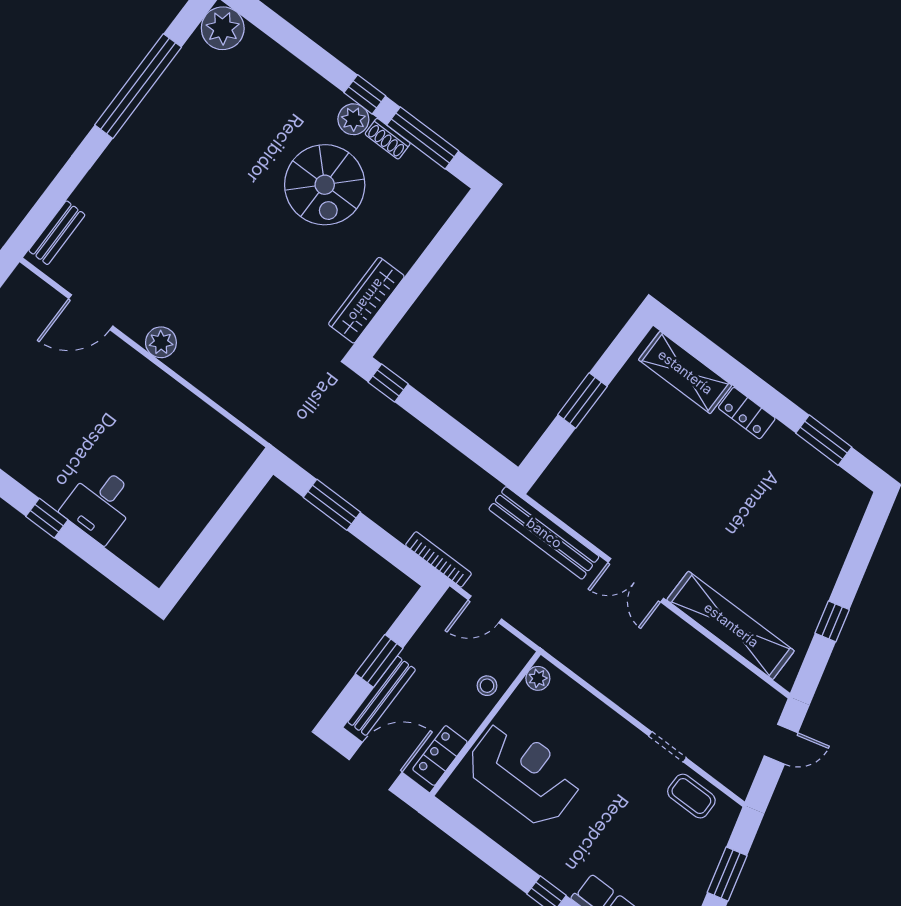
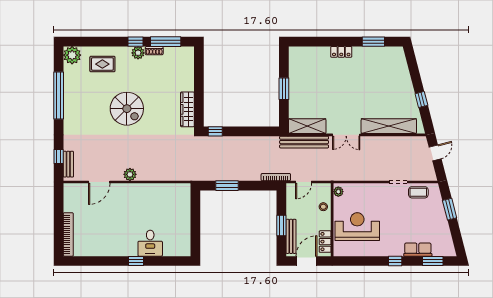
rug: (268, 89) -> (102, 64), added
spiral stairs: (325, 185) -> (127, 109), moved
window: (49, 204) -> (59, 157), added
shelving: (685, 372) -> (307, 126), moved

